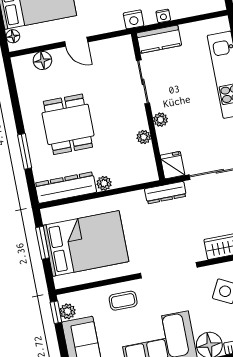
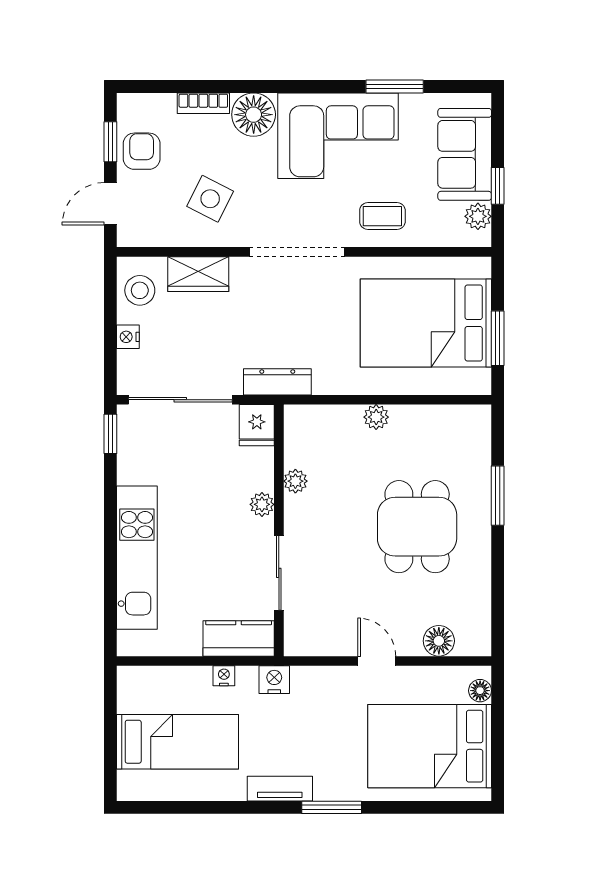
dresser: (66, 188) -> (441, 422), removed
window: (56, 312) -> (498, 186), moved

